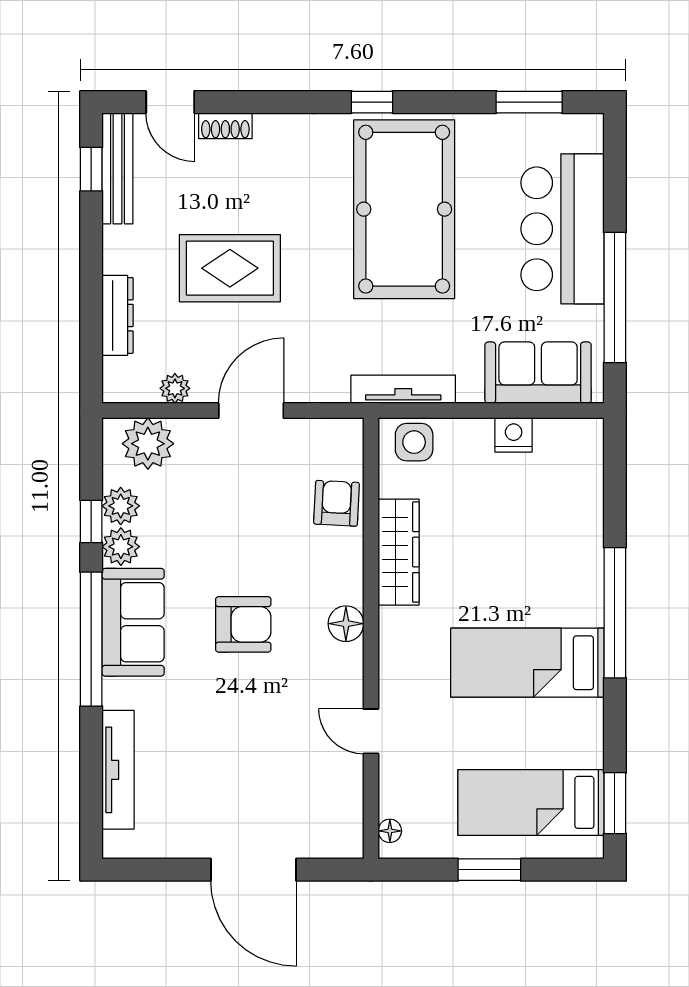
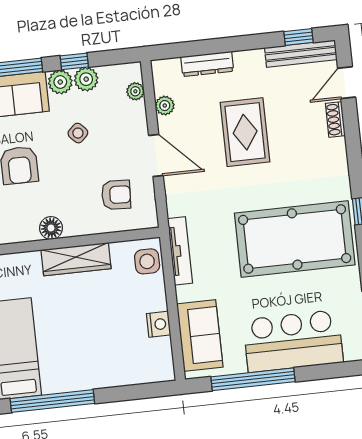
plant: (148, 444) -> (135, 91), width x0.53, depth x0.53
armchair: (337, 503) -> (116, 195), moved
side table: (203, 528) -> (78, 133), added
floor lamp: (346, 624) -> (51, 228), moved

